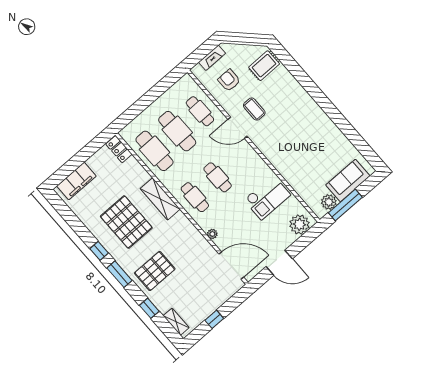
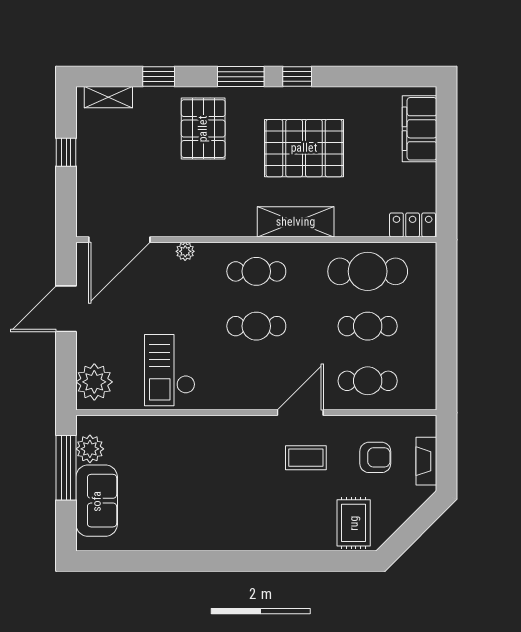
cafe table: (177, 131) -> (368, 326), width x0.73, depth x0.74

